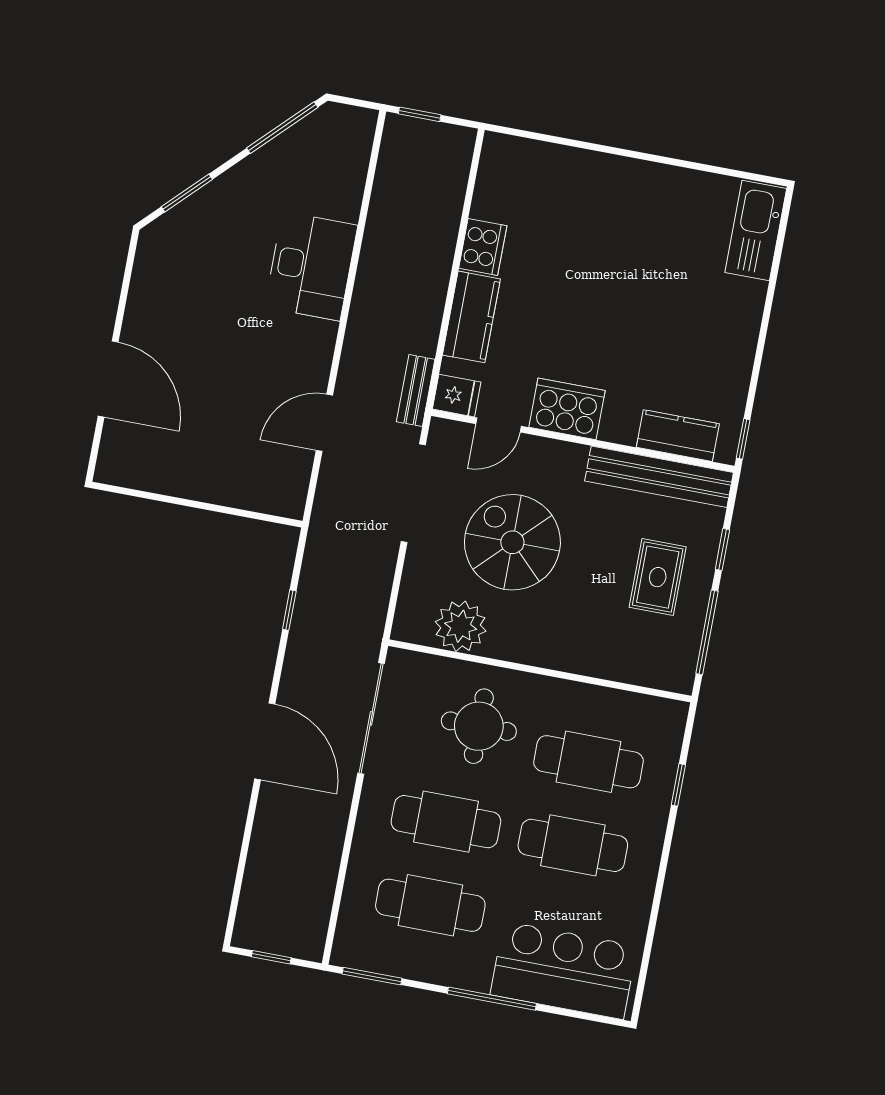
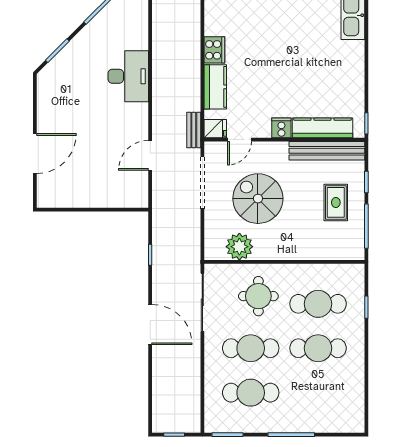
door: (108, 379) -> (35, 154), hinge flipped
cooker: (567, 409) -> (281, 128), width x0.53, depth x0.76
kitchen counter: (678, 436) -> (323, 128), width x1.50
bar counter: (564, 970) -> (325, 413), removed

